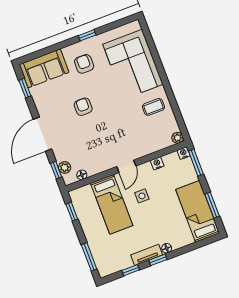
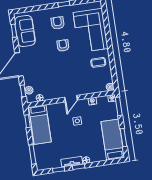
sofa: (44, 68) -> (25, 31), moved, turned -90
armchair: (83, 107) -> (63, 45), moved
bed: (112, 204) -> (40, 125), moved

